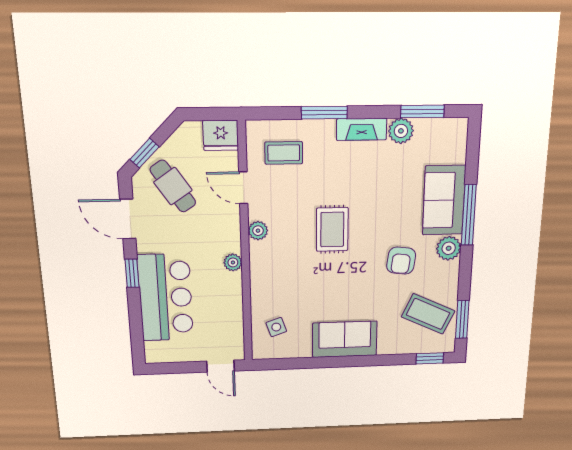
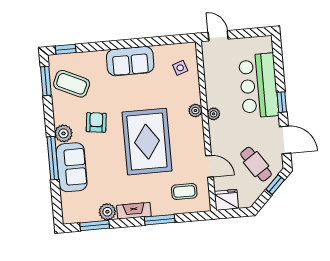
rug: (332, 229) -> (147, 142), width x1.86, depth x2.06
plant: (258, 231) -> (195, 111), moved

